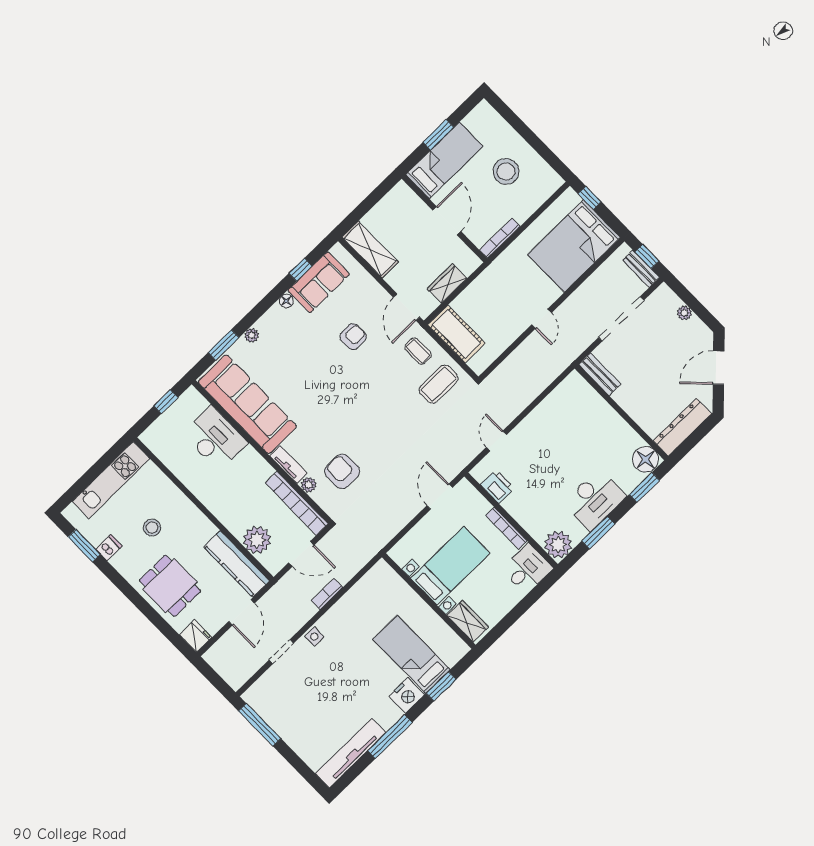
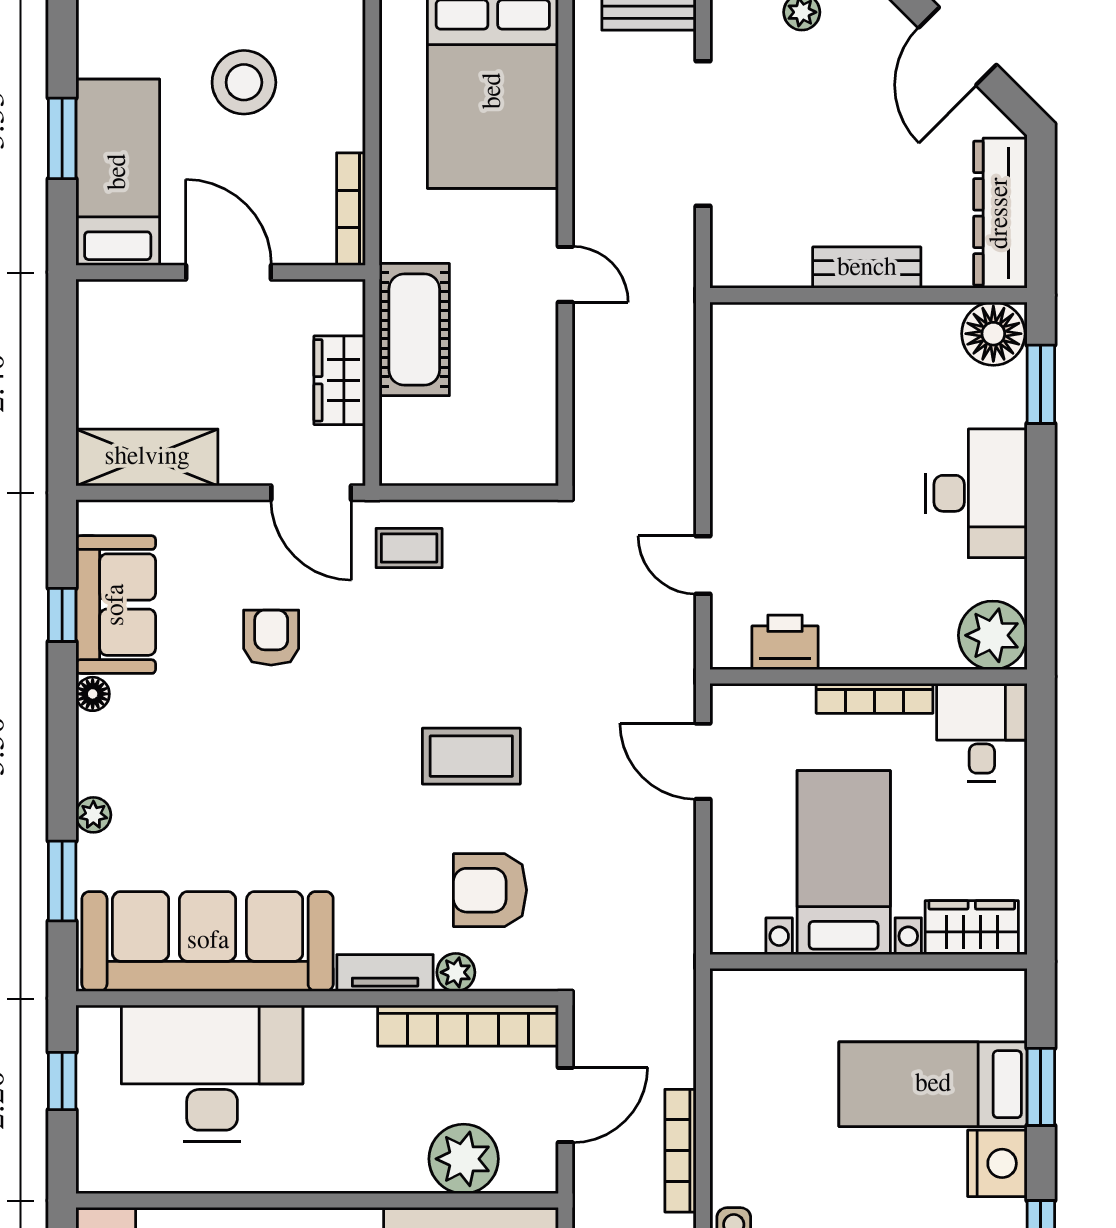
cot: (457, 334) -> (414, 330), moved, turned 90
bench: (600, 374) -> (867, 268), moved
coffee table: (439, 384) -> (471, 756), moved, turned 90
desk: (215, 438) -> (212, 1073), width x1.36, depth x1.30
window: (598, 532) -> (1041, 544), removed
bookcase: (327, 594) -> (680, 1151), width x1.56

